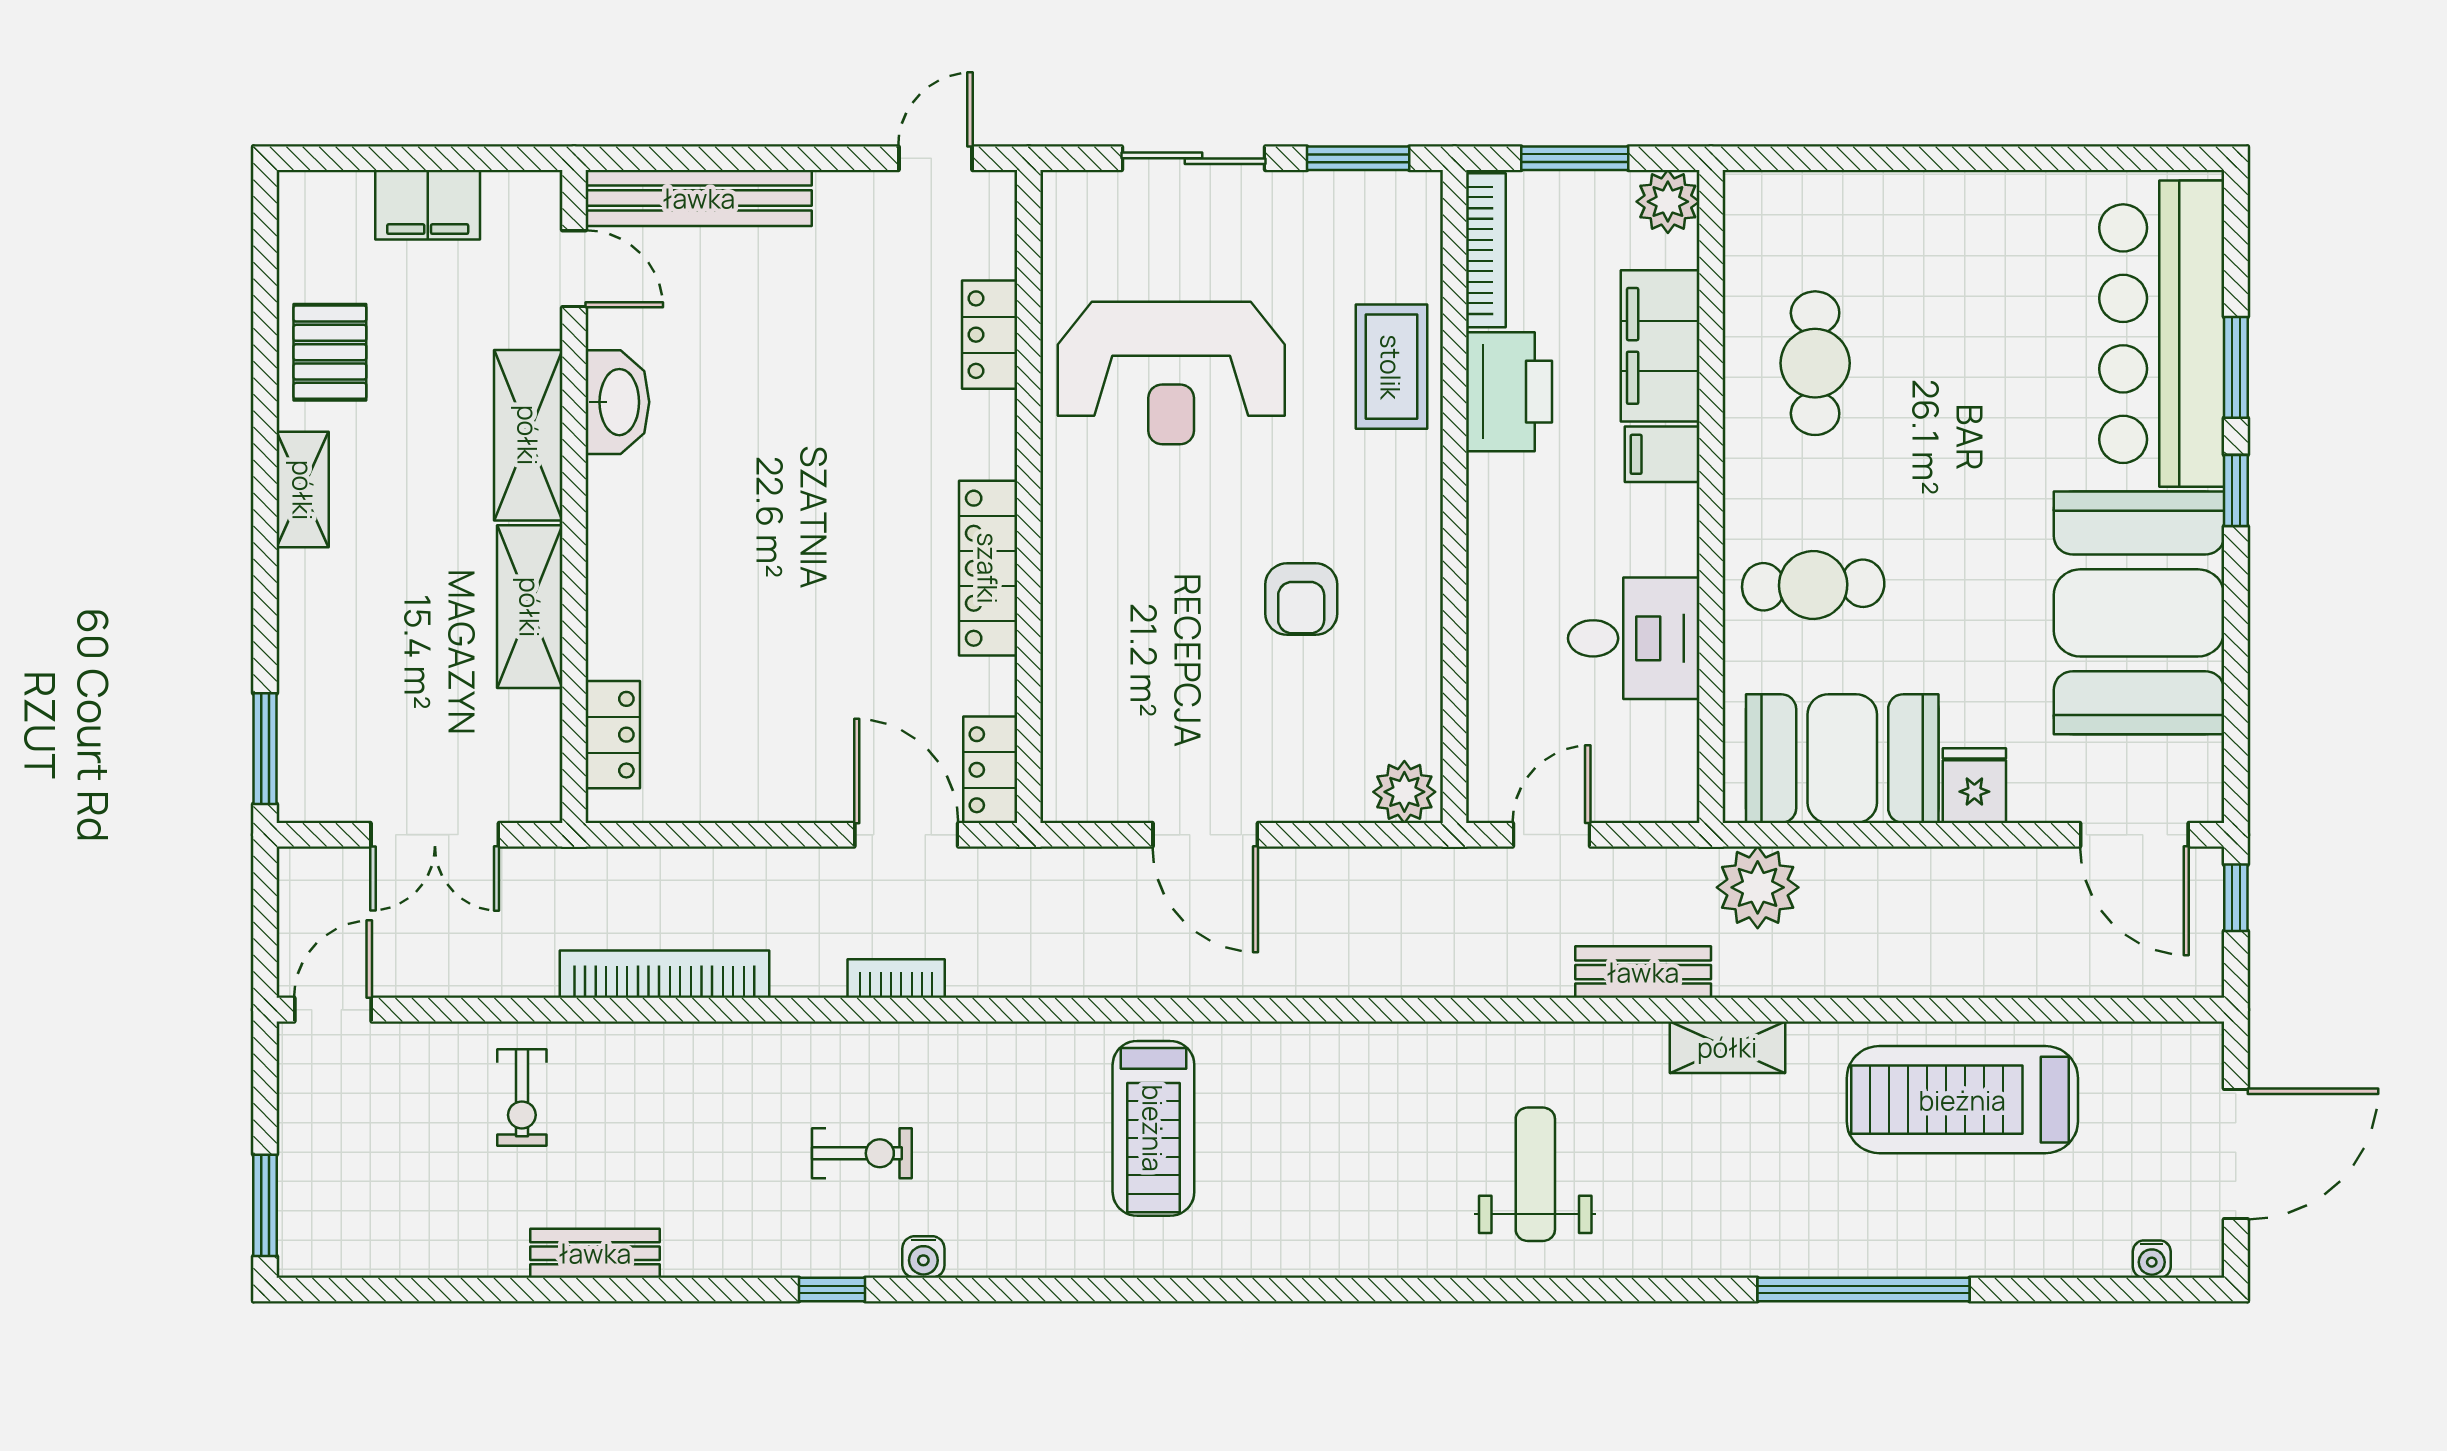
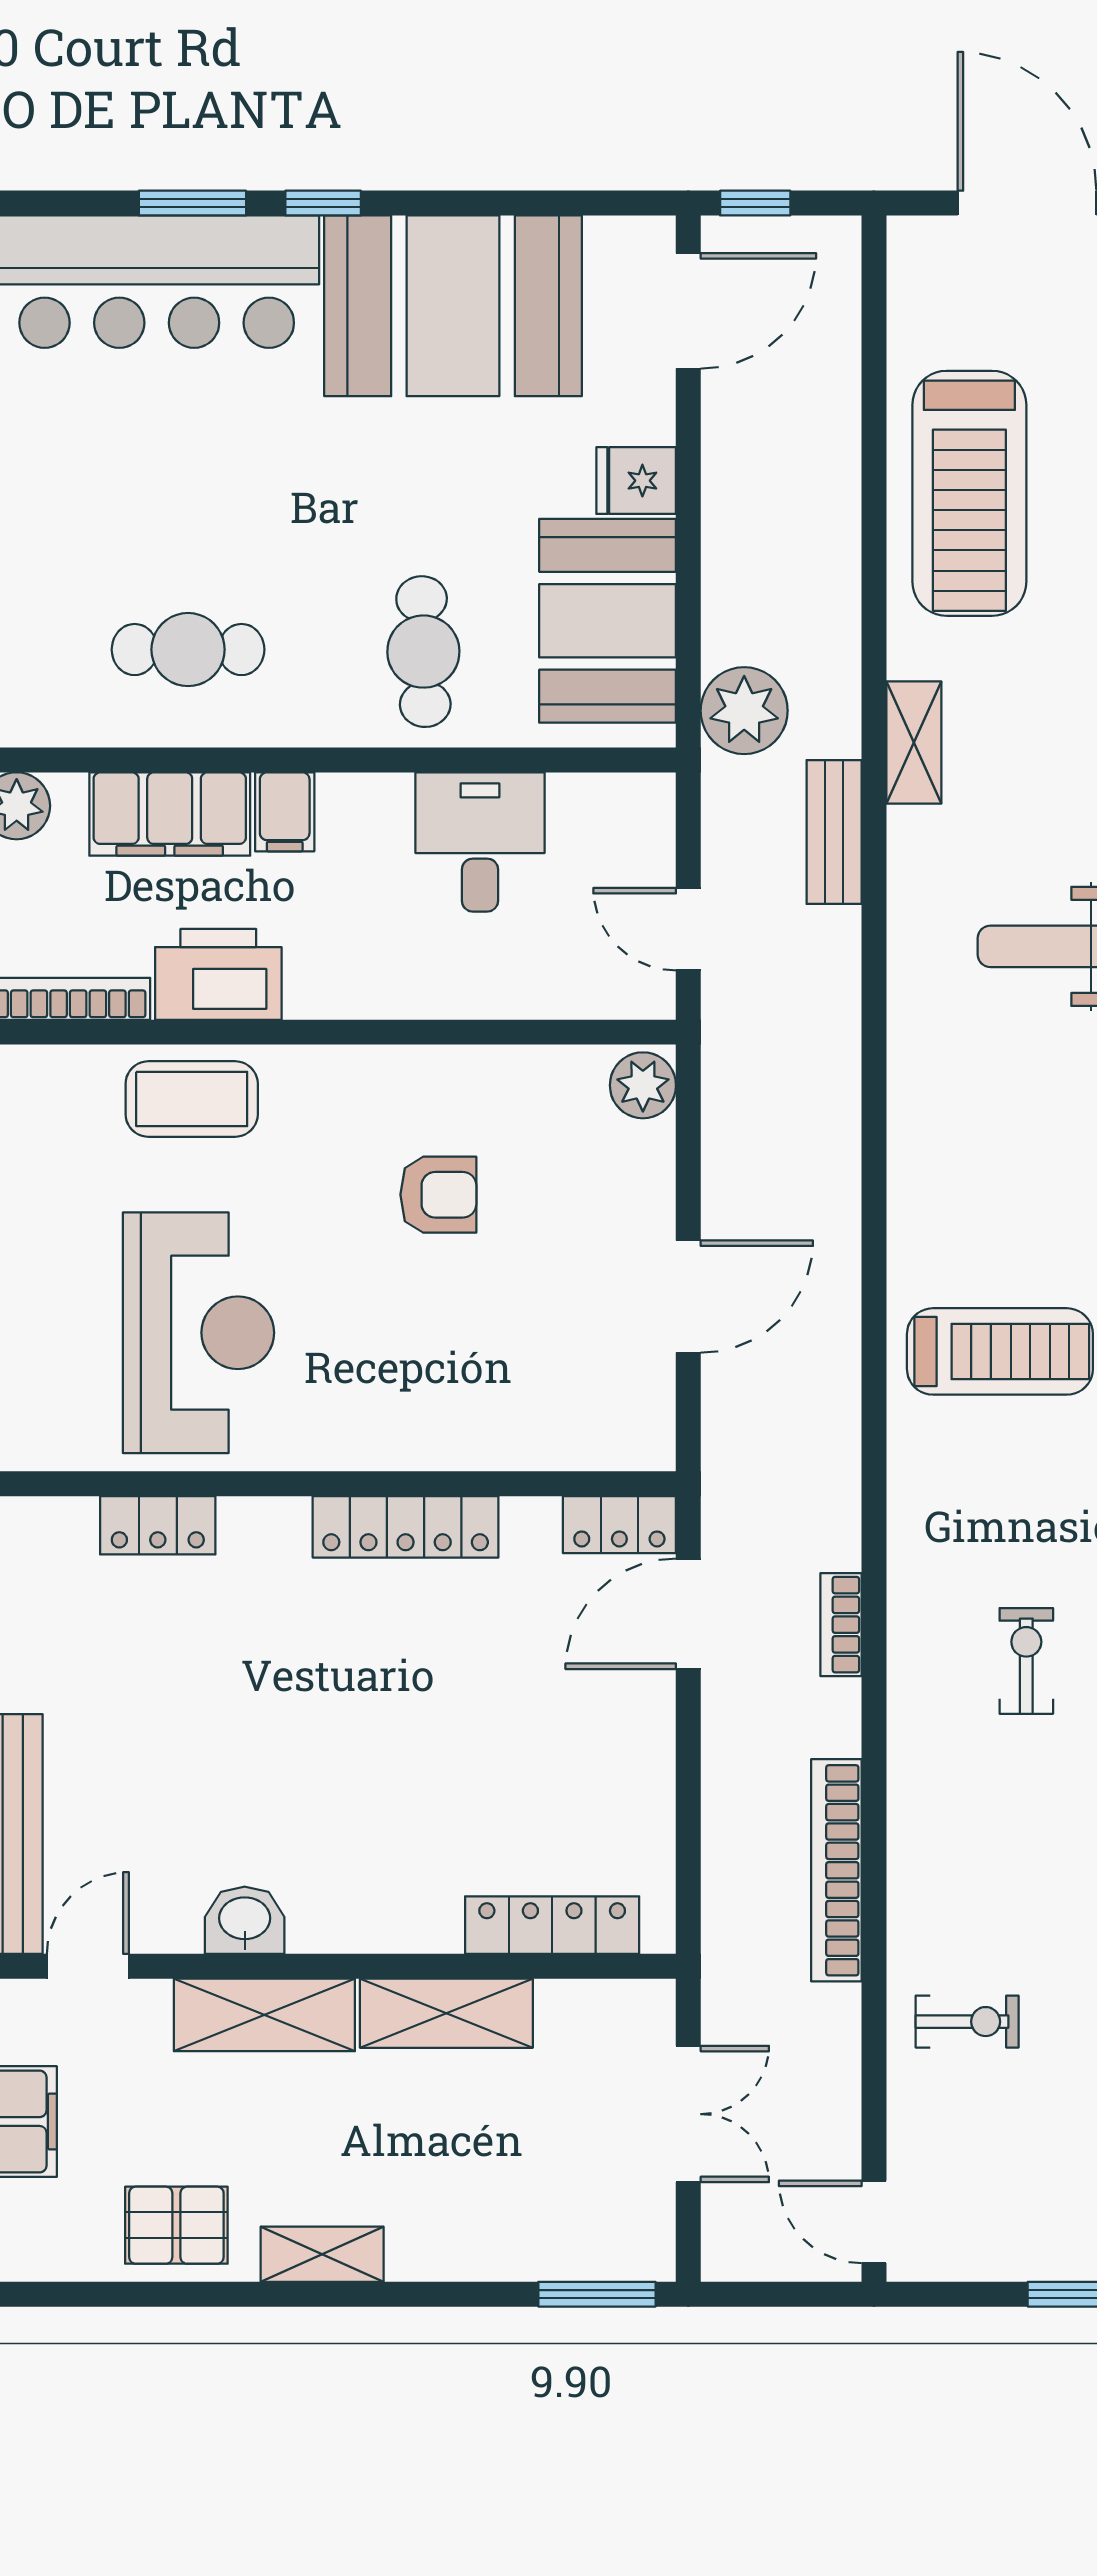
washbasin: (617, 402) -> (245, 1920), width x0.72
locker: (613, 735) -> (552, 1925), width x1.53

